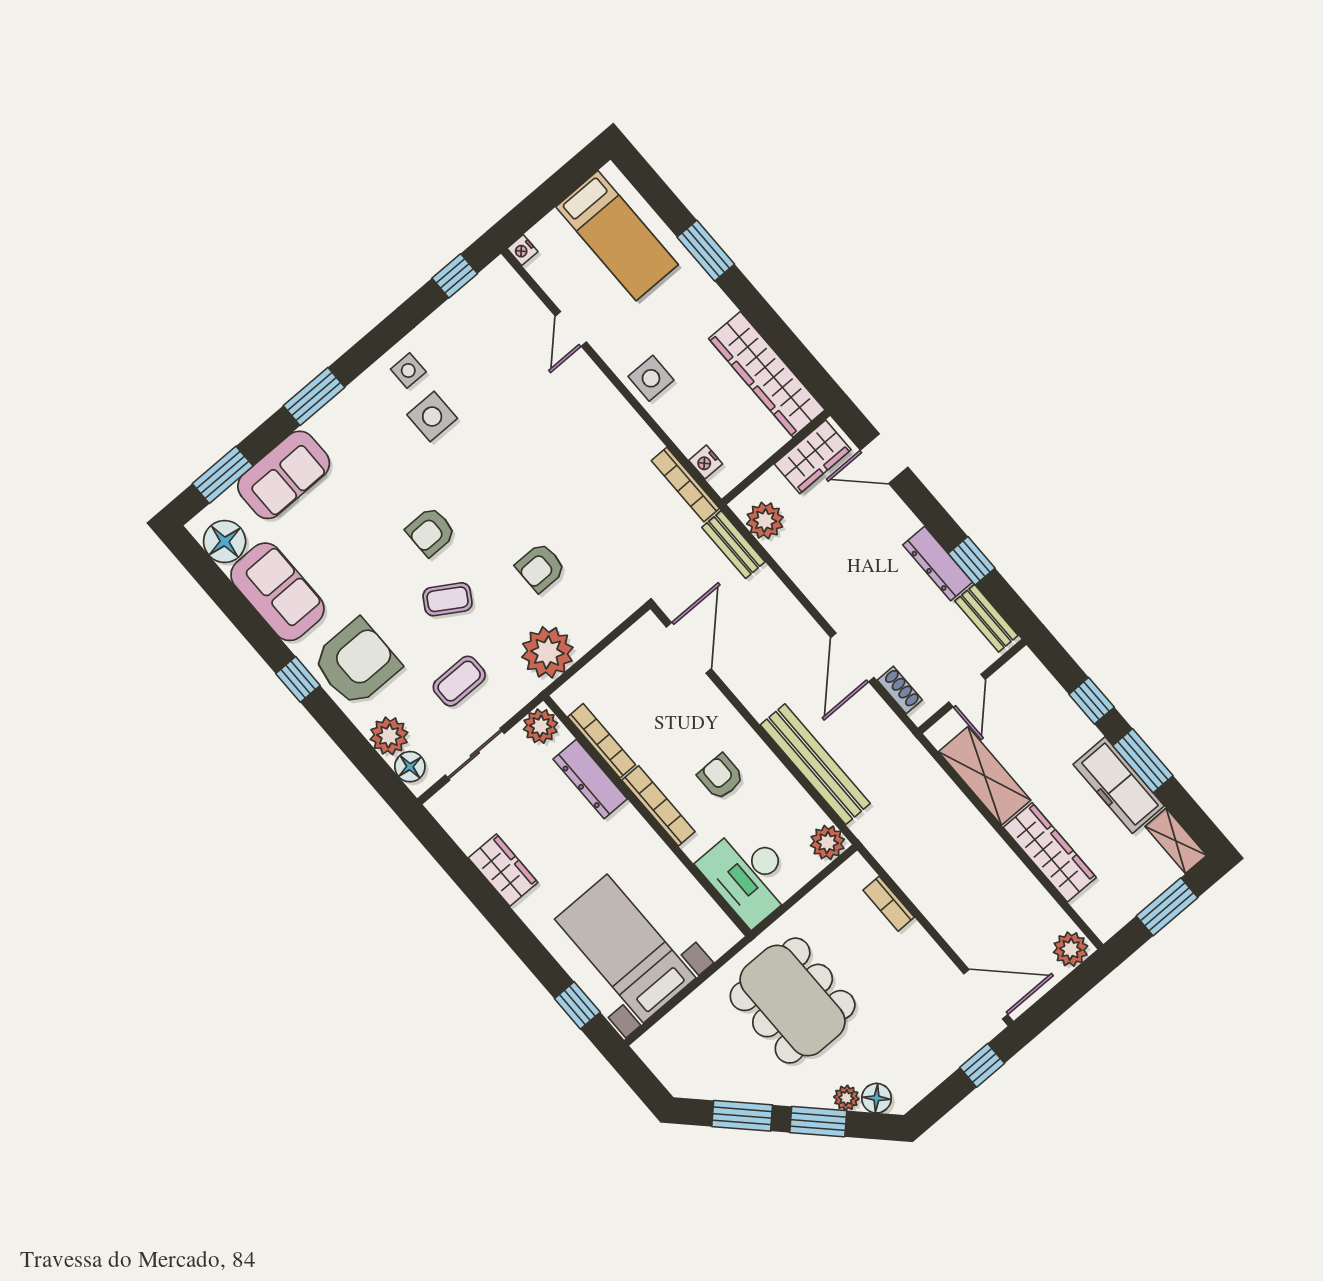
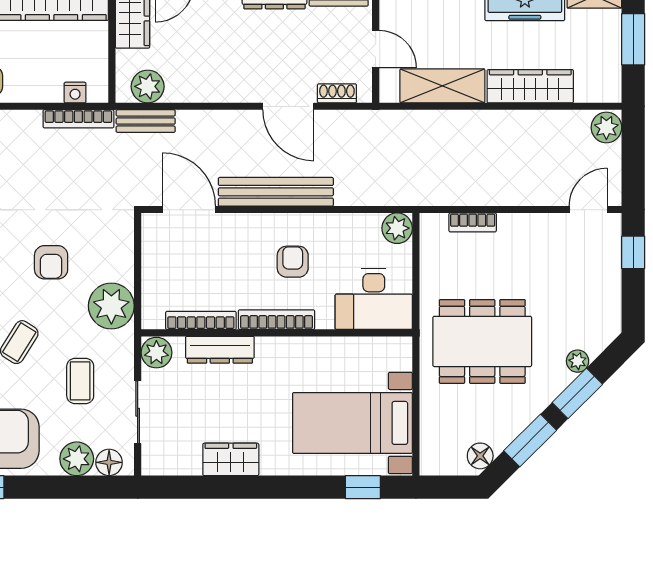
bench: (815, 764) -> (276, 192), moved
armchair: (721, 777) -> (293, 262), turned 90
door: (986, 994) -> (588, 210), width x0.73
floor lamp: (877, 1098) -> (480, 456), moved

